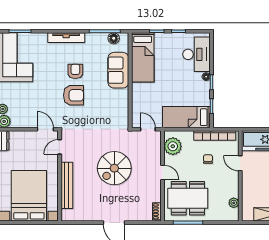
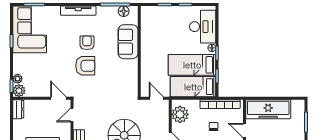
bed: (143, 57) -> (192, 65), moved, turned 90

